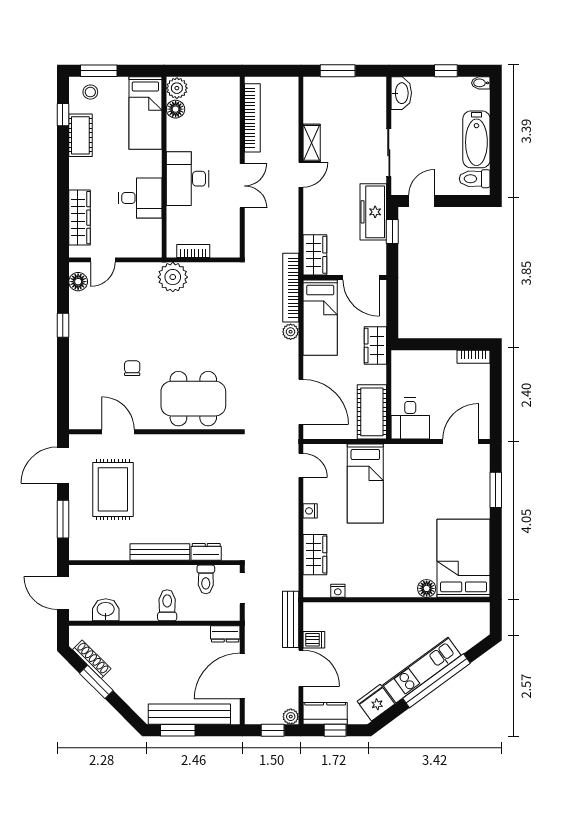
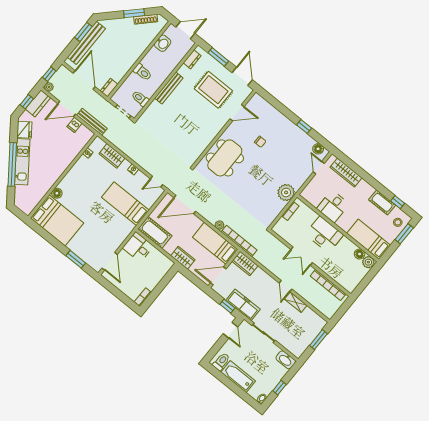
dresser: (206, 552) -> (192, 59), moved

